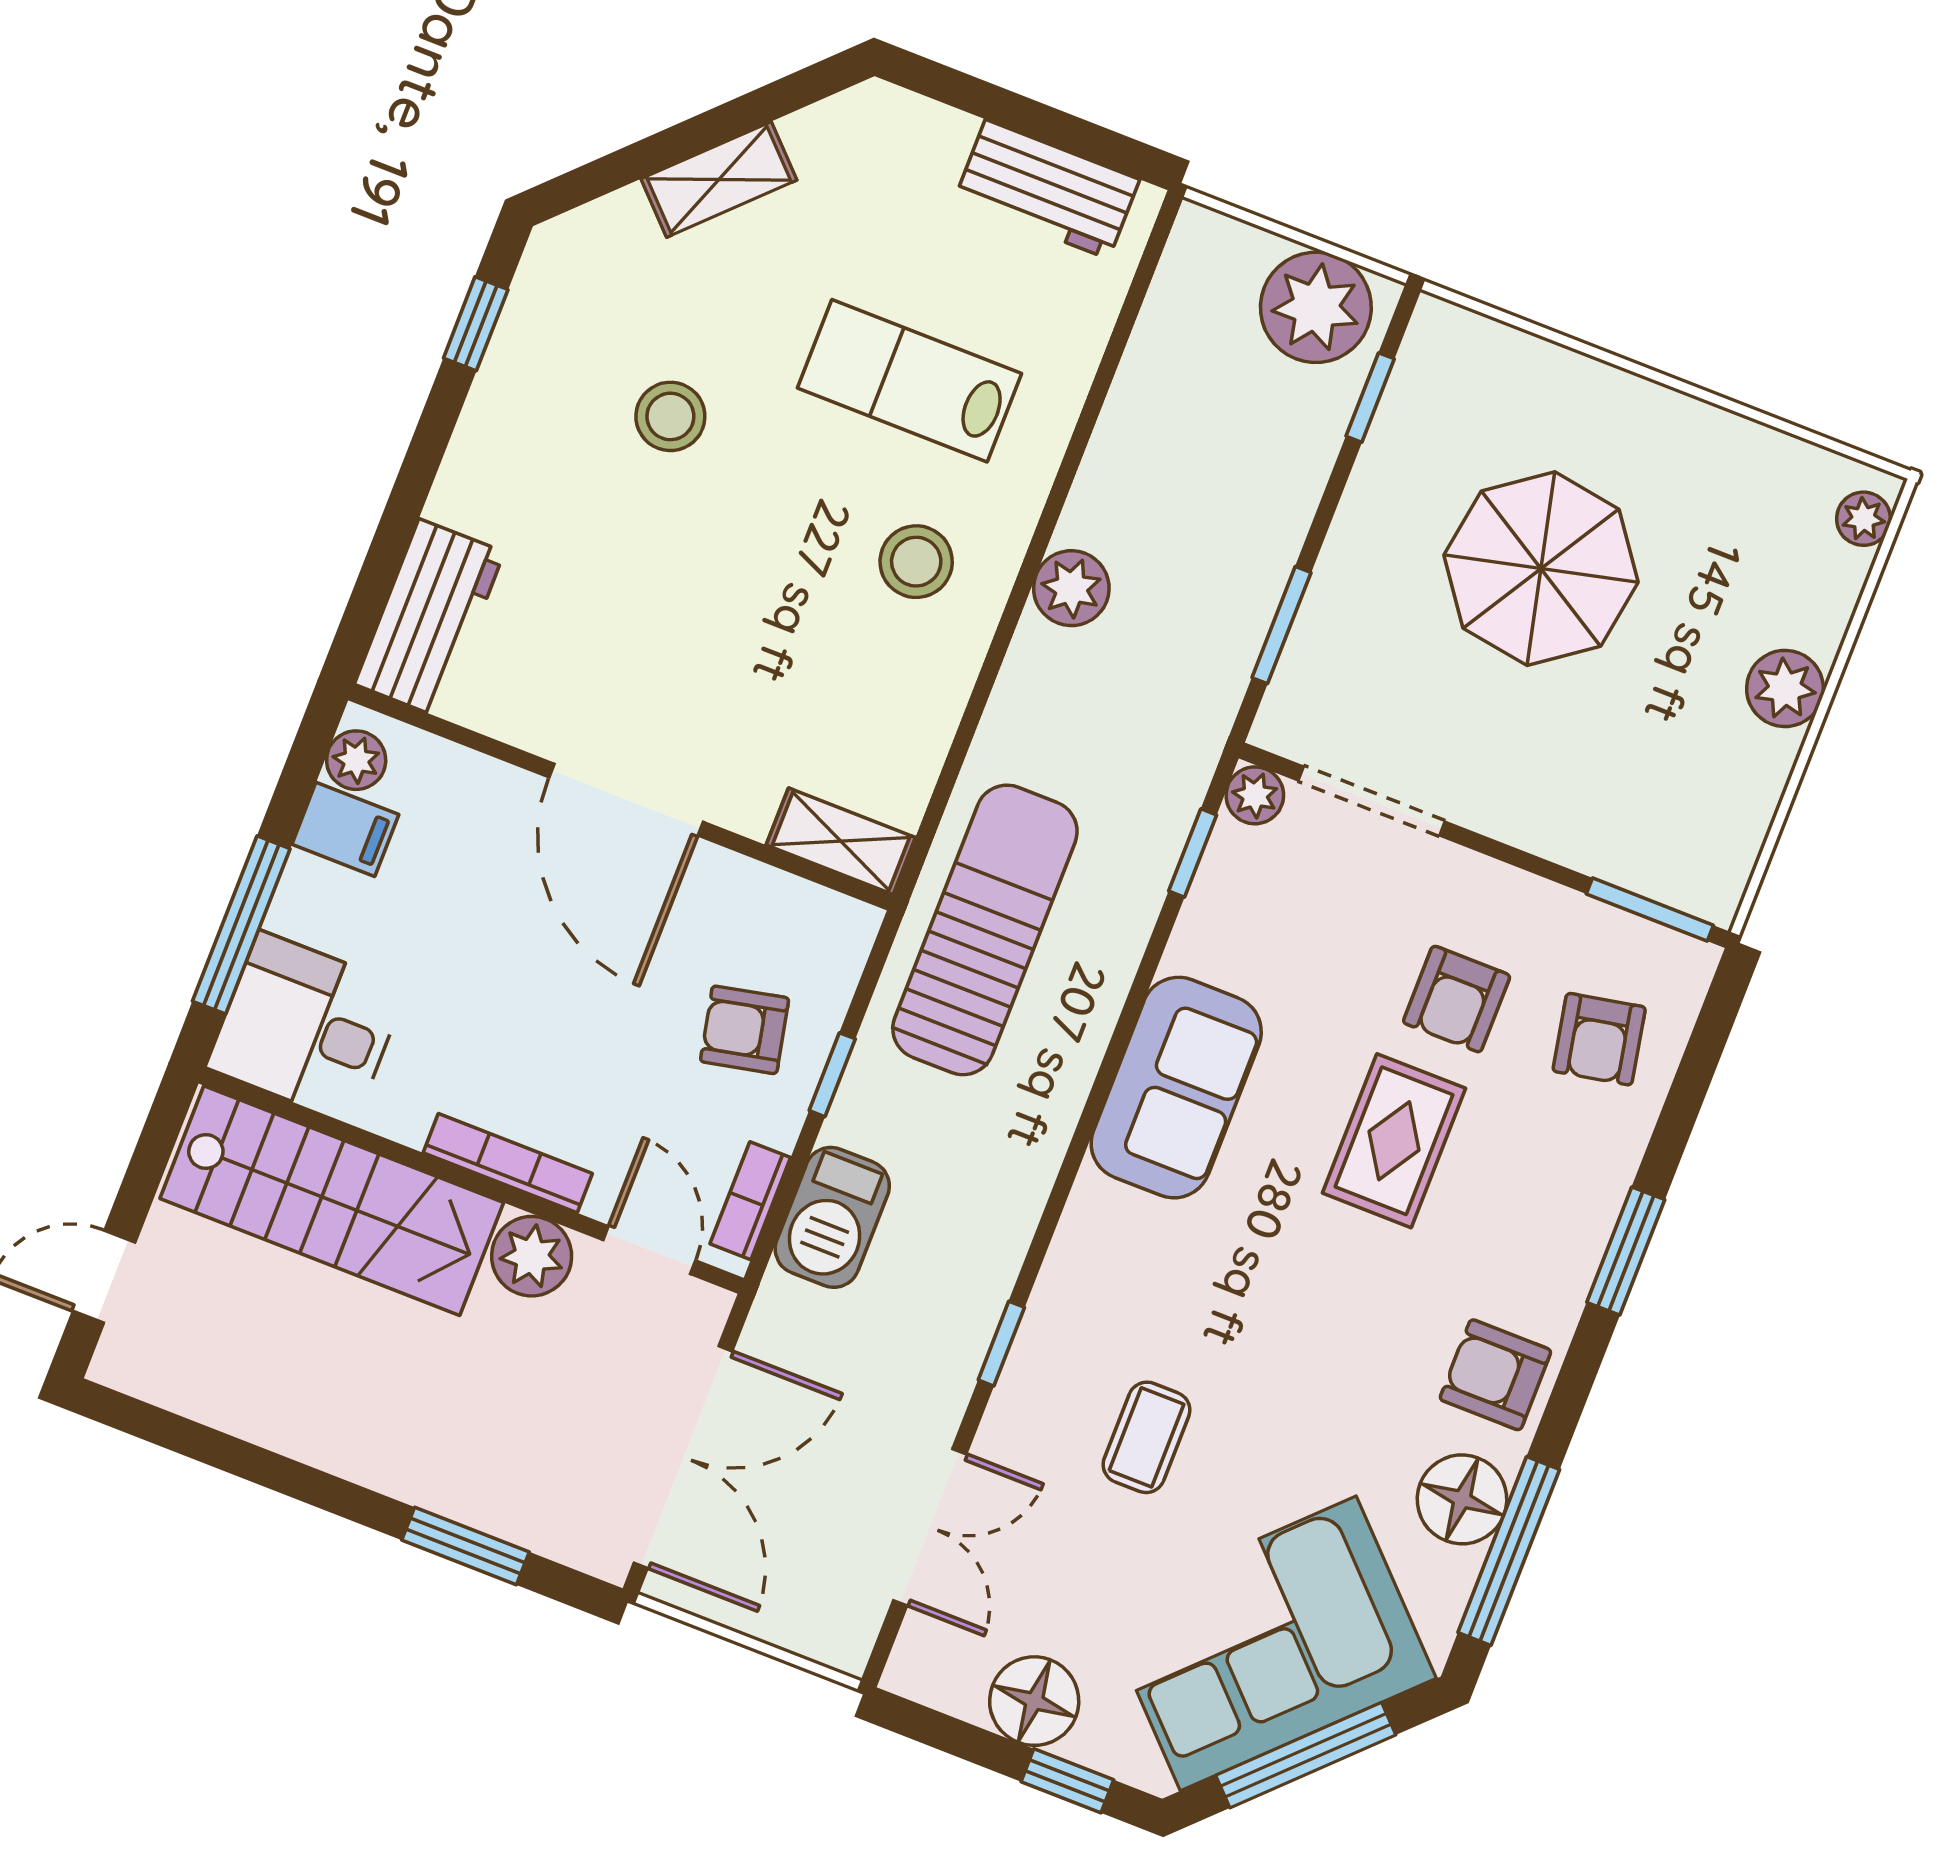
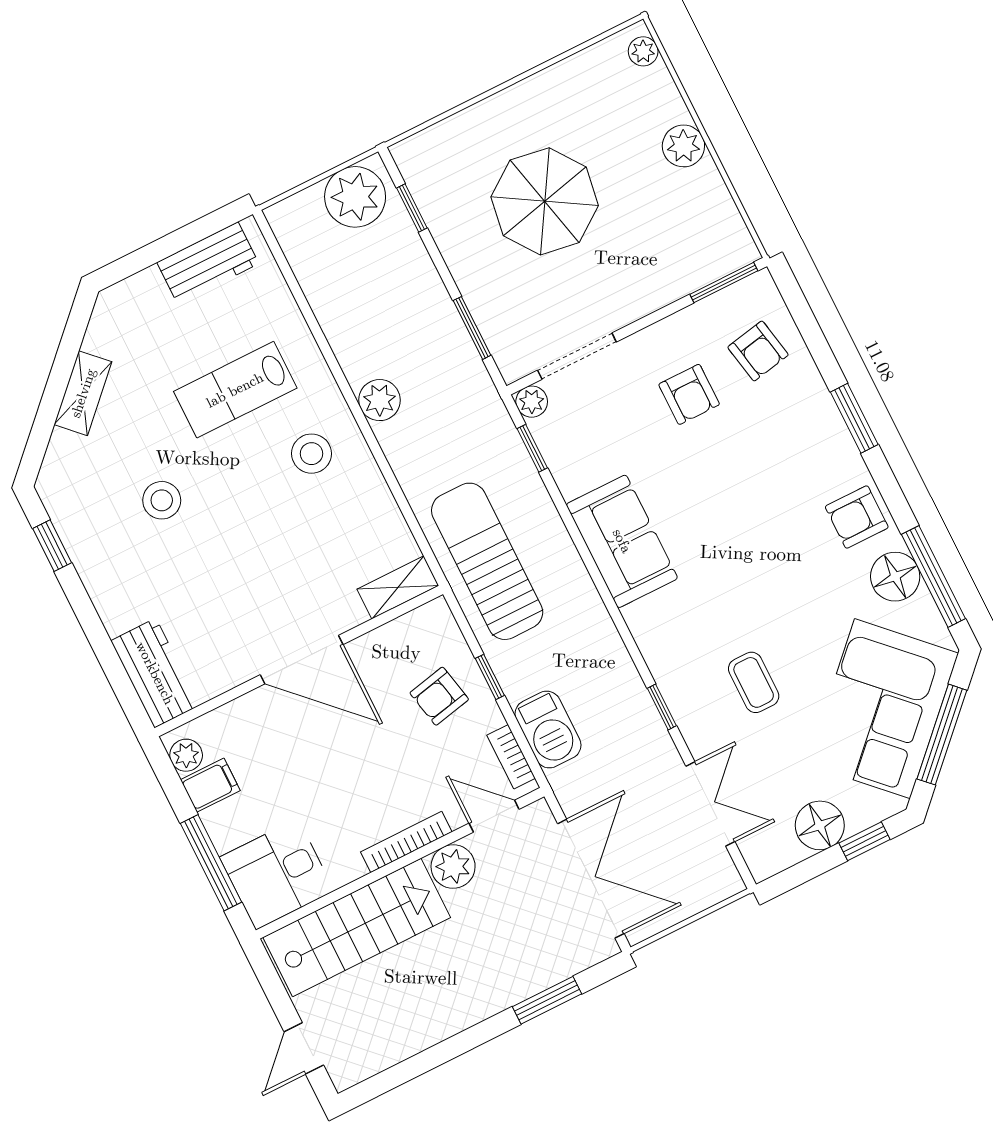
rug: (1394, 1141) -> (724, 472), removed

